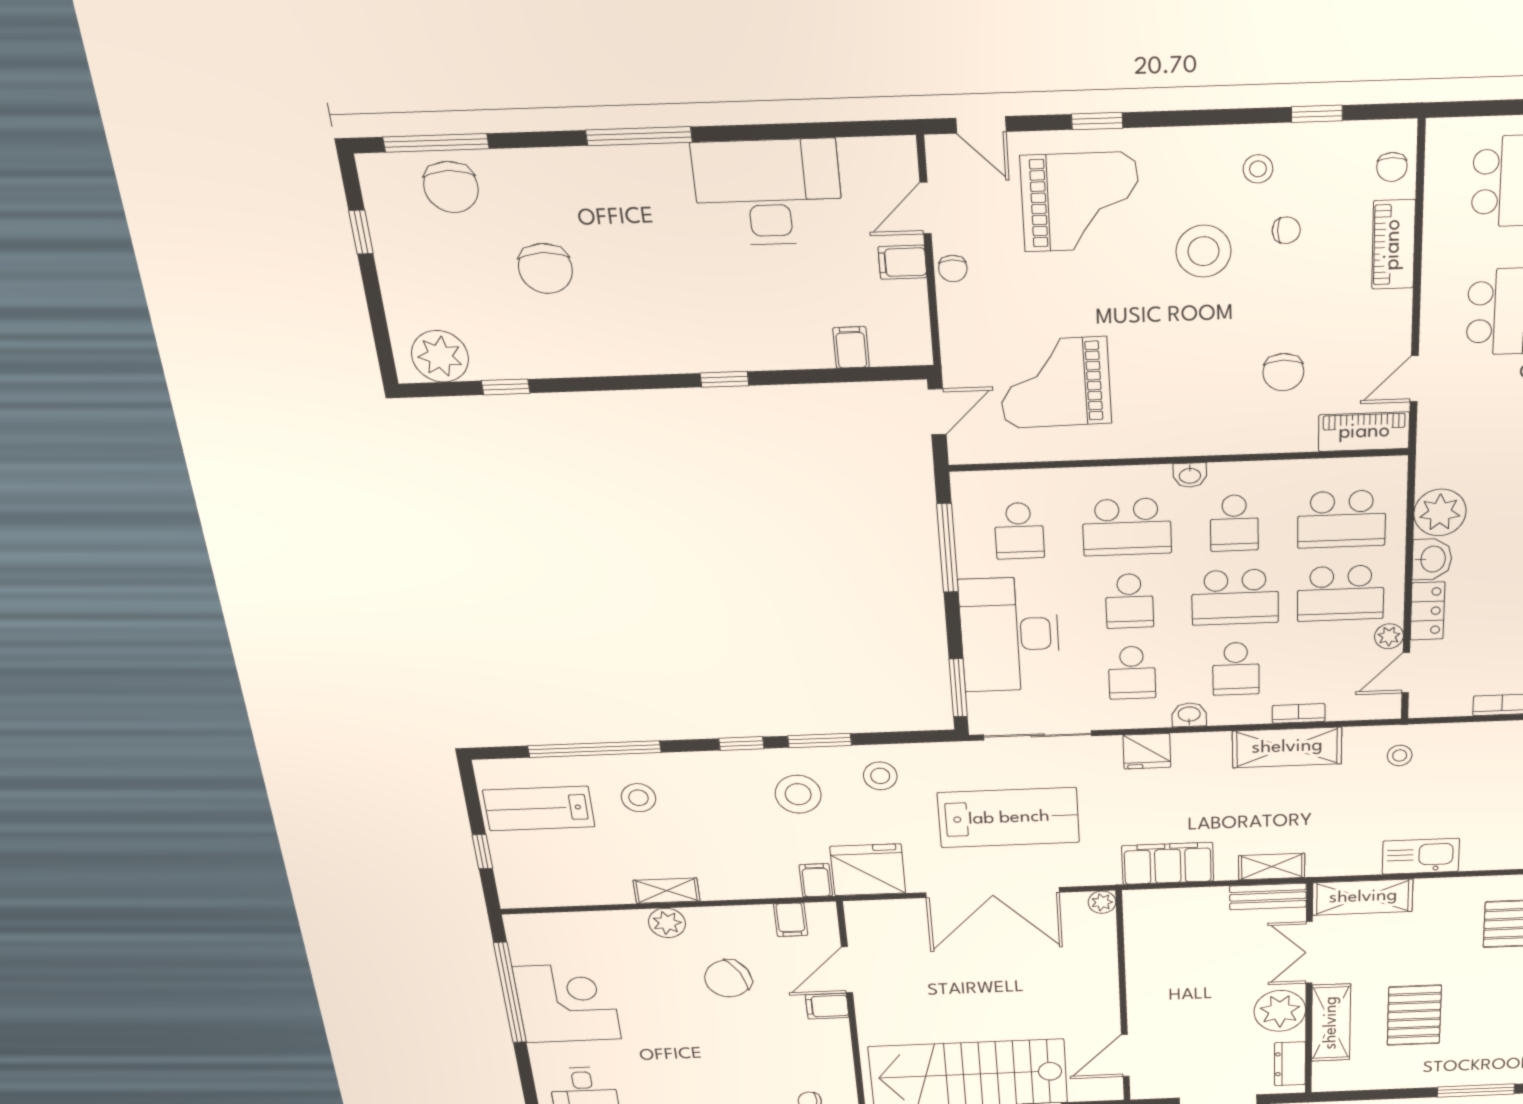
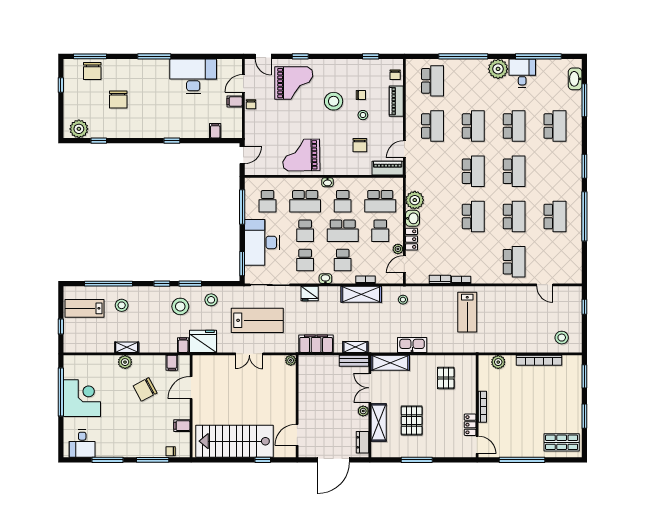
stool: (1258, 169) -> (363, 115), moved
grand piano: (1055, 383) -> (301, 155), moved
school desk: (1341, 593) -> (380, 231), width x0.54
double door: (993, 892) -> (249, 354), width x0.54
filing cabinet: (827, 1006) -> (182, 426), moved
plant: (1280, 1011) -> (363, 411), width x0.53, depth x0.53
window: (1476, 1091) -> (417, 460), moved

